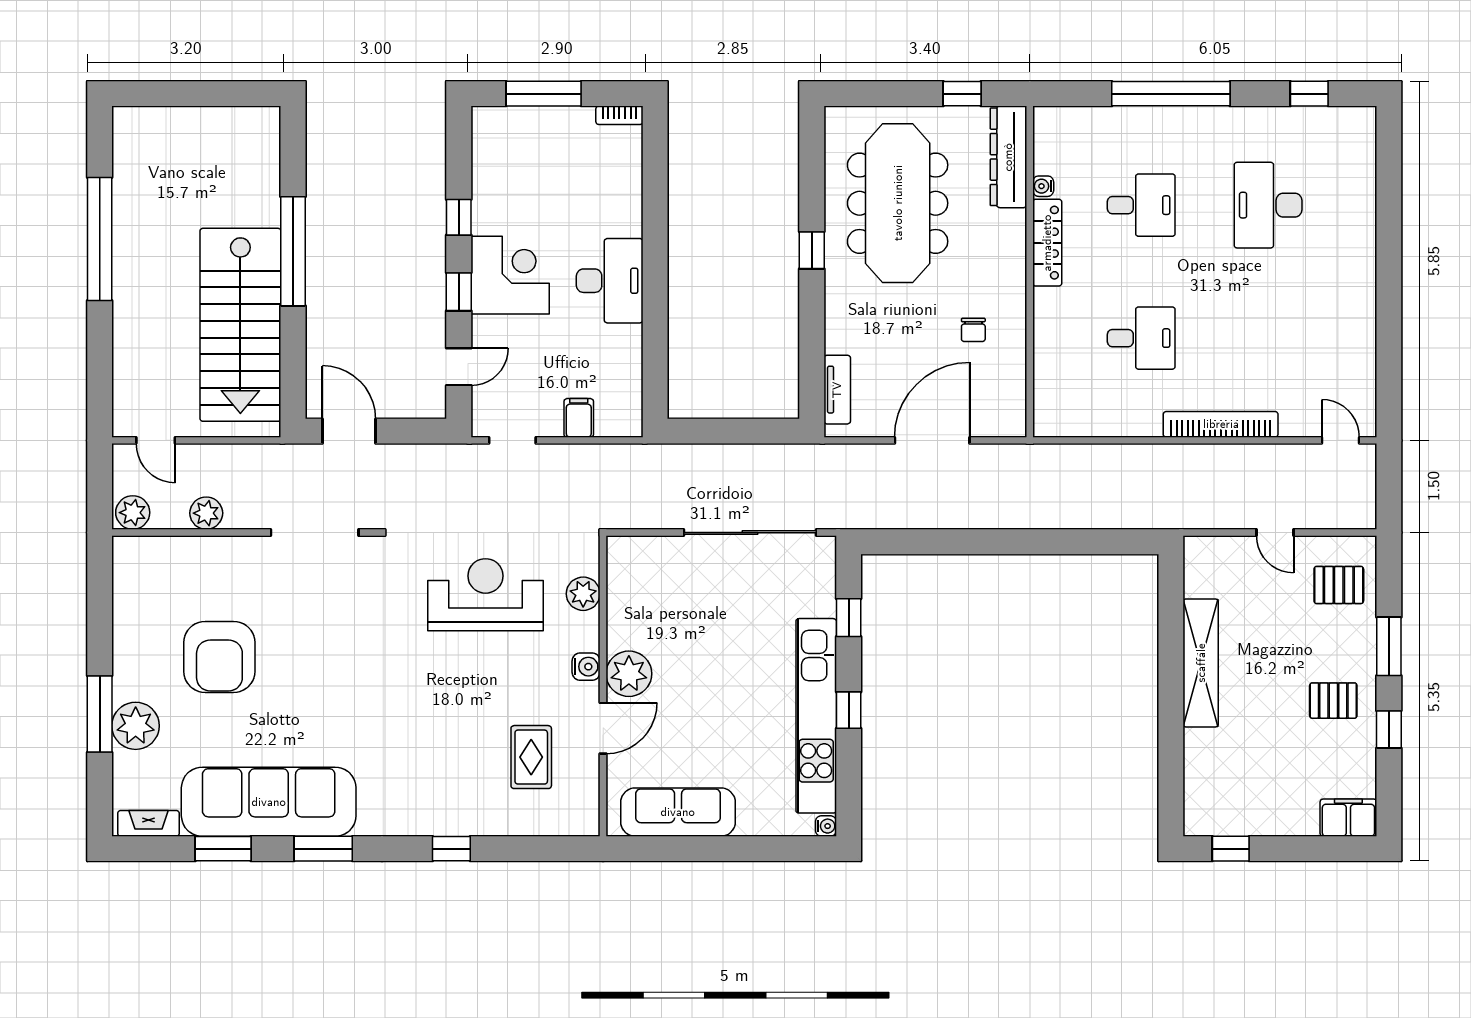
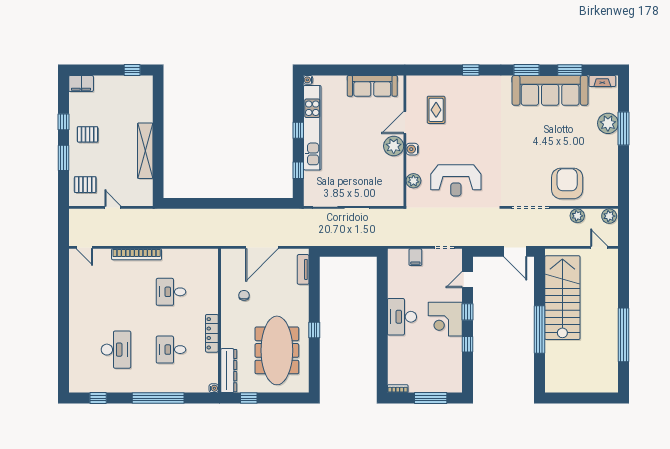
water cooler: (1043, 186) -> (214, 388), moved
armchair: (219, 657) -> (567, 183), moved

